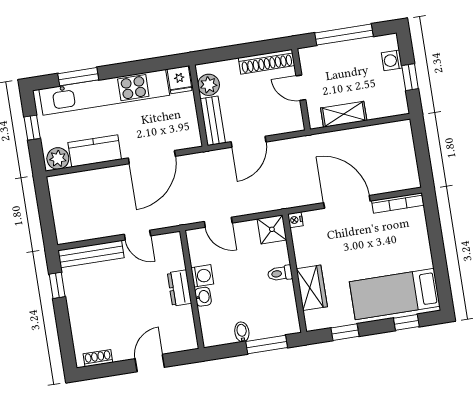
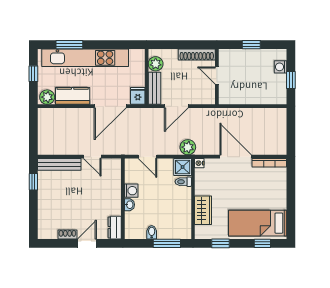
window: (344, 35) -> (251, 45), width x0.46
fridge: (180, 80) -> (138, 96), moved, turned 180
shelving: (344, 114) -> (243, 98), removed
plant: (275, 199) -> (188, 147), added
toilet: (280, 273) -> (183, 182), moved
dresser: (179, 288) -> (115, 228), moved
shoe rack: (98, 358) -> (67, 235), moved

